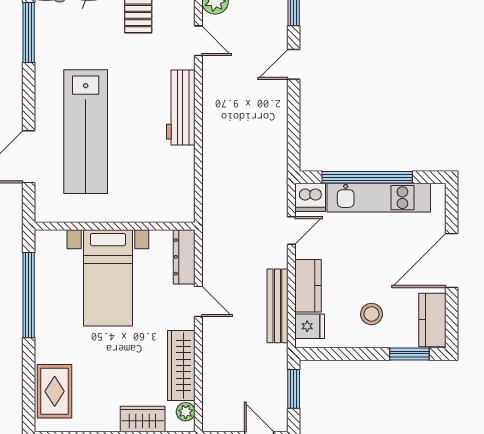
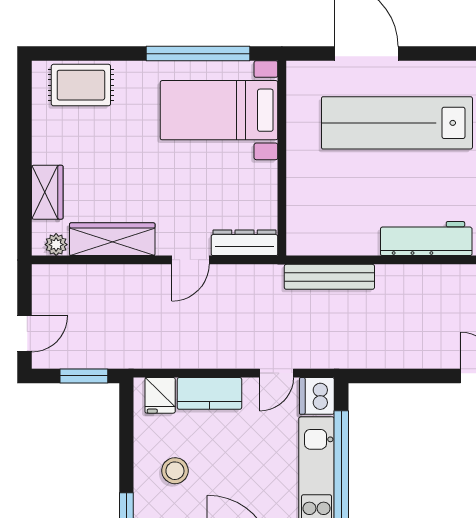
door: (291, 231) -> (277, 373), hinge flipped
bed with nightstands: (108, 278) -> (219, 110), moved
bench: (277, 306) -> (329, 277), moved

